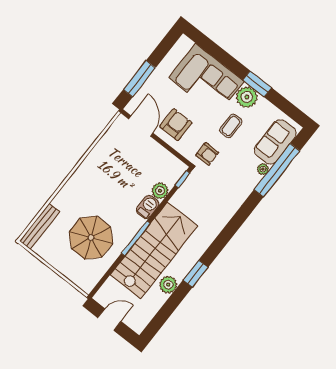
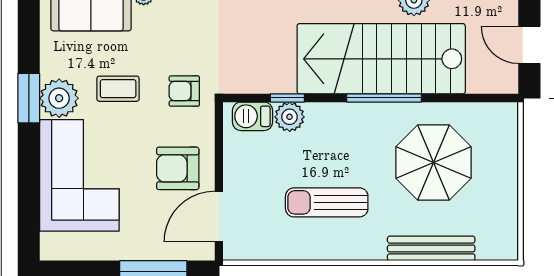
armchair: (207, 154) -> (184, 91), turned -90
sun lounger: (110, 178) -> (327, 202), added
window: (182, 179) -> (287, 98), moved
barbecue: (148, 207) -> (252, 116), moved
bench: (40, 226) -> (431, 248), moved

